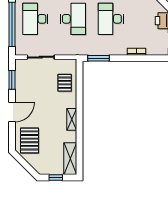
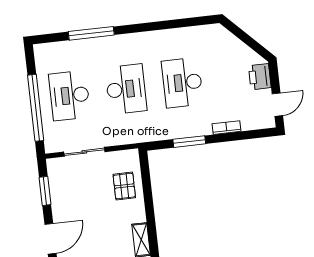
window: (98, 58) -> (189, 142), moved

